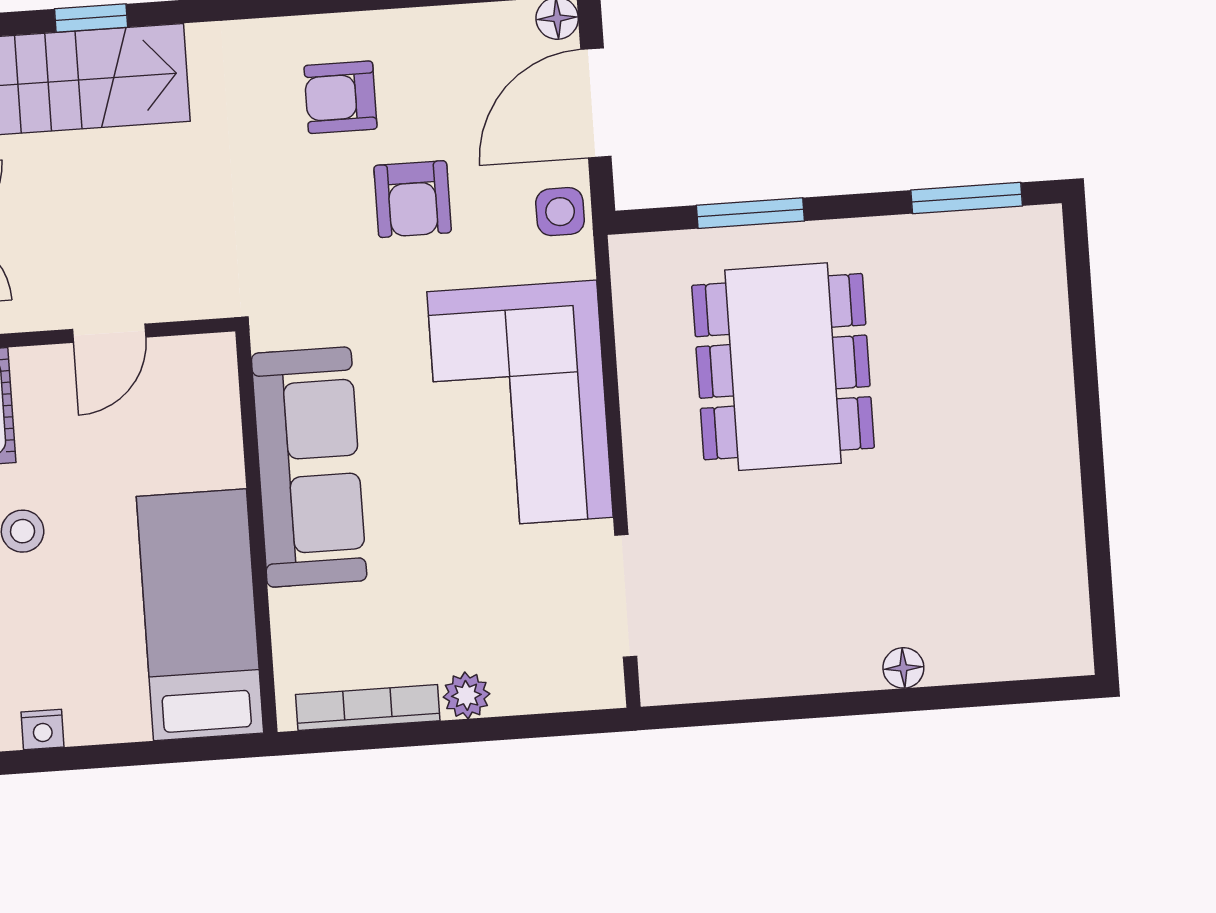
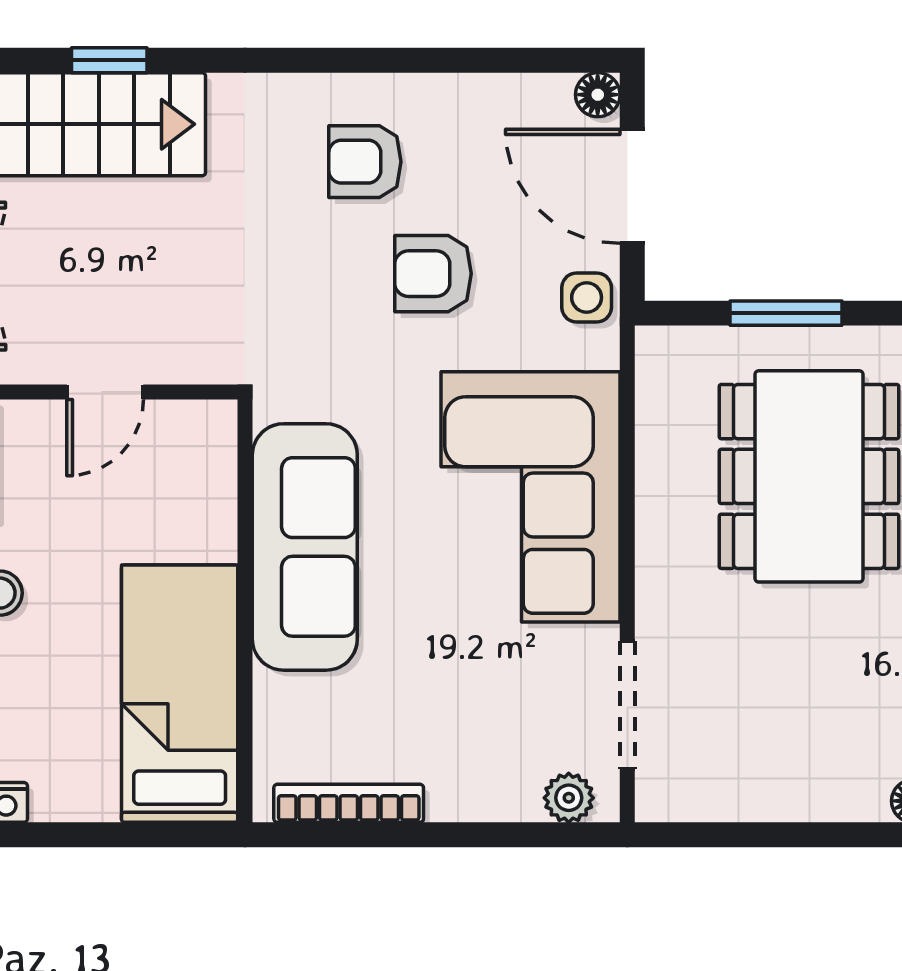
door: (596, 103) -> (632, 186), hinge flipped
armchair: (413, 199) -> (433, 274), turned 90
plant: (466, 695) -> (569, 798), moved

